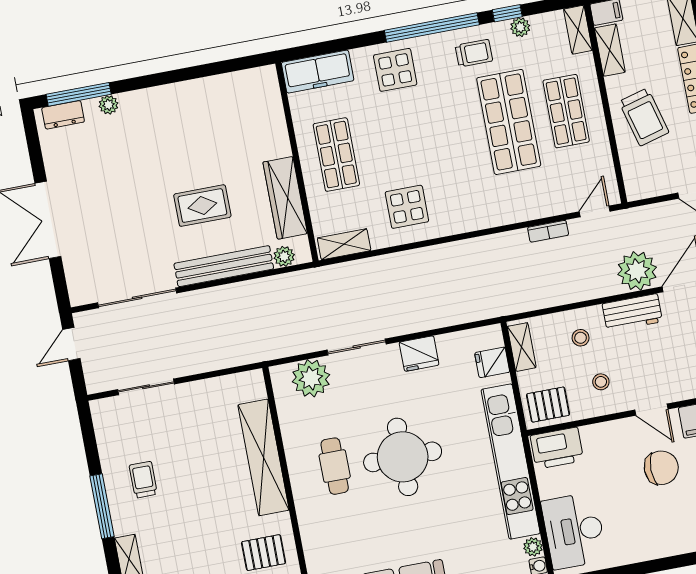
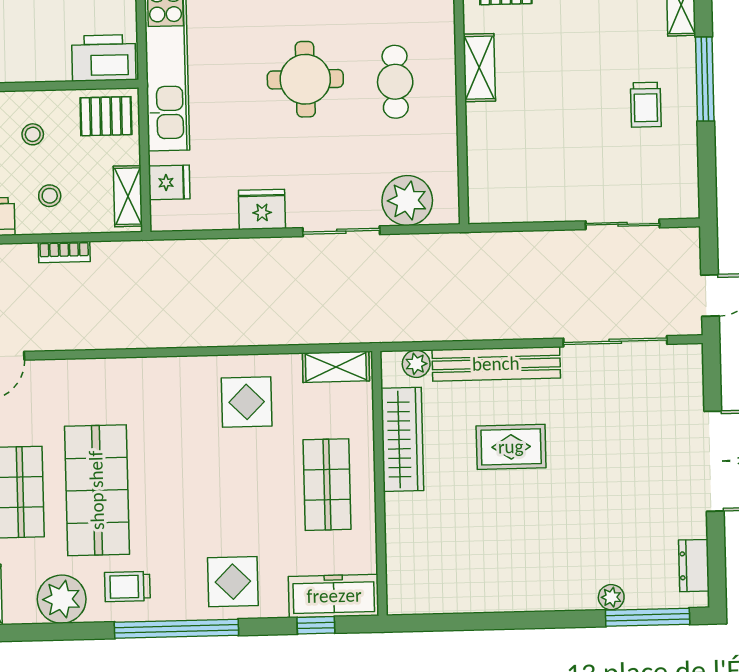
window: (507, 13) -> (316, 625), moved
plant: (520, 27) -> (62, 599), width x1.88, depth x1.88
dresser: (63, 115) -> (694, 566), moved, turned -90
bookcase: (548, 231) -> (64, 252), moved, turned 180
shelving: (264, 457) -> (479, 68), width x0.45, depth x0.75
round table: (403, 457) -> (305, 79), width x0.73, depth x0.73

